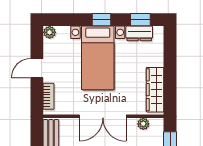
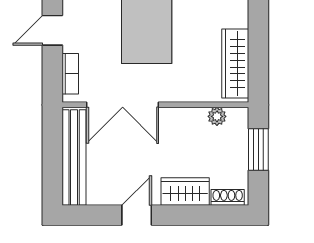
double door: (103, 116) -> (123, 105), moved

